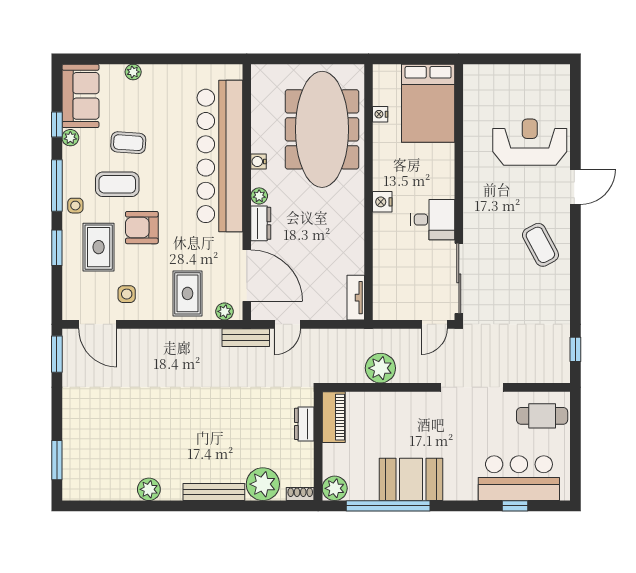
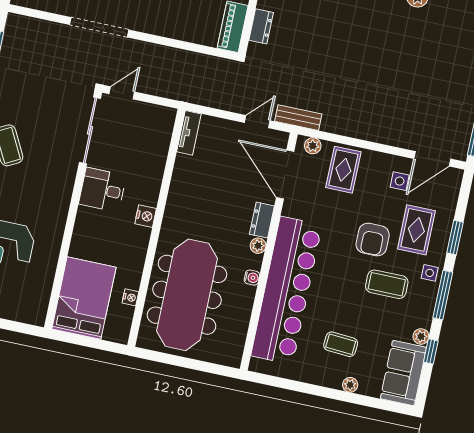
coffee table: (128, 143) -> (341, 344), moved
armchair: (142, 228) -> (373, 240), turned 90
door: (98, 324) -> (432, 159), swing flipped
plant: (380, 368) -> (180, 63), removed

